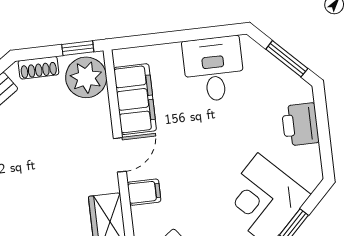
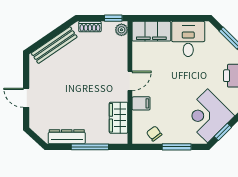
plant: (86, 77) -> (121, 30), width x0.53, depth x0.53
filing cabinet: (135, 99) -> (151, 31), moved, turned 90

